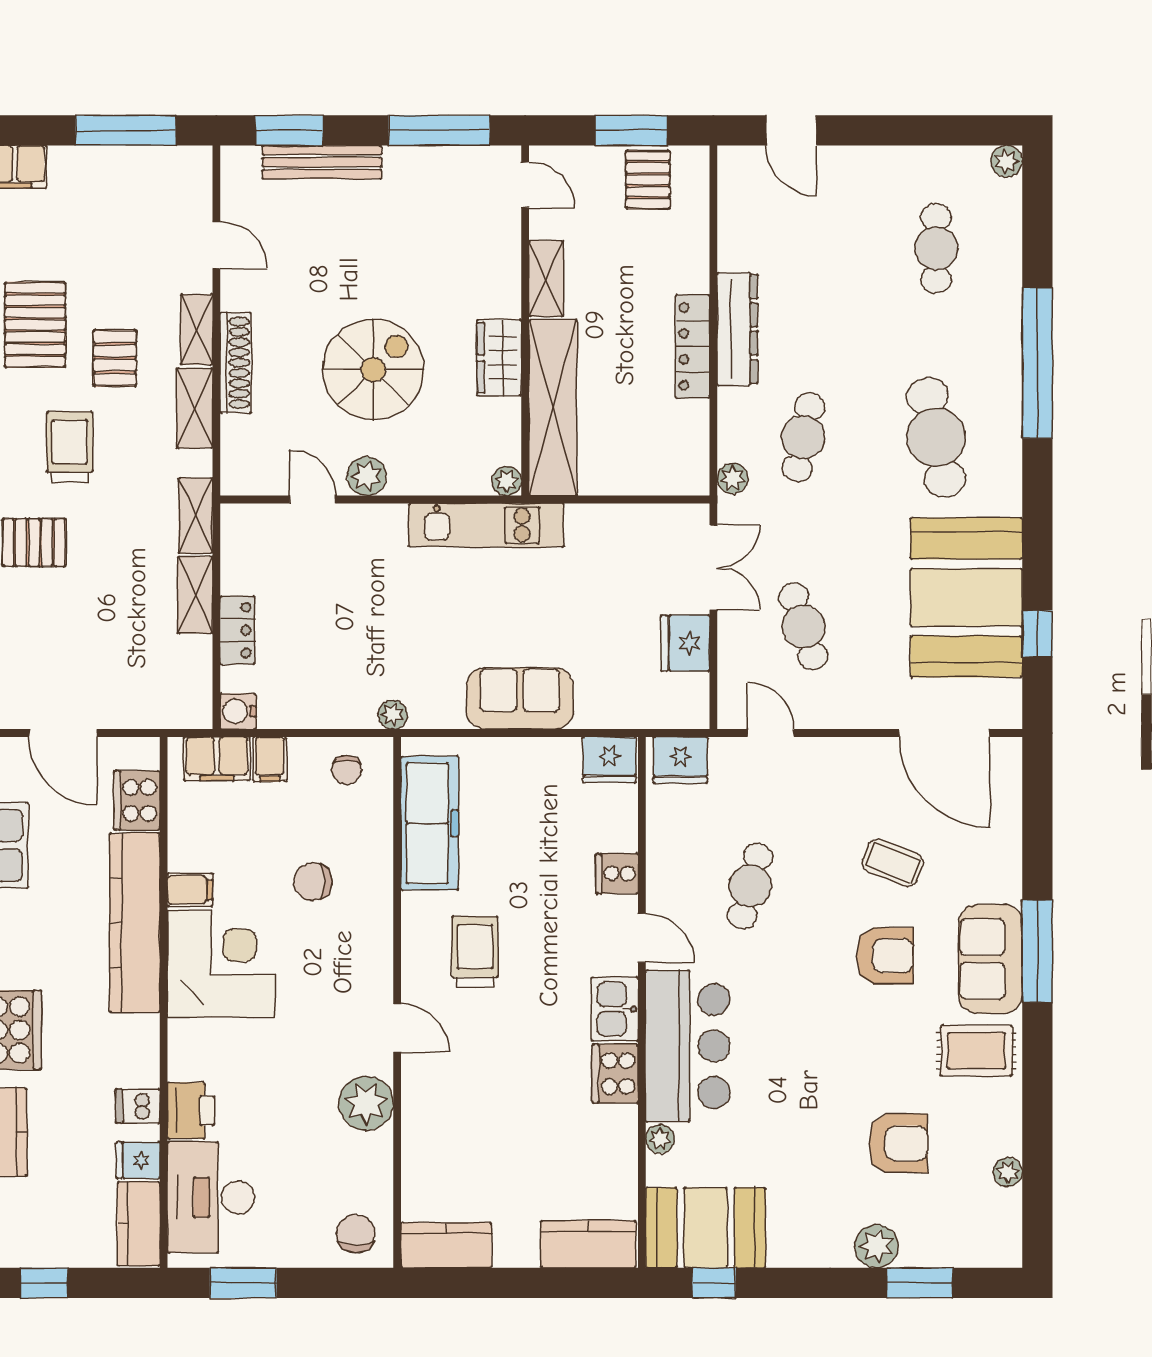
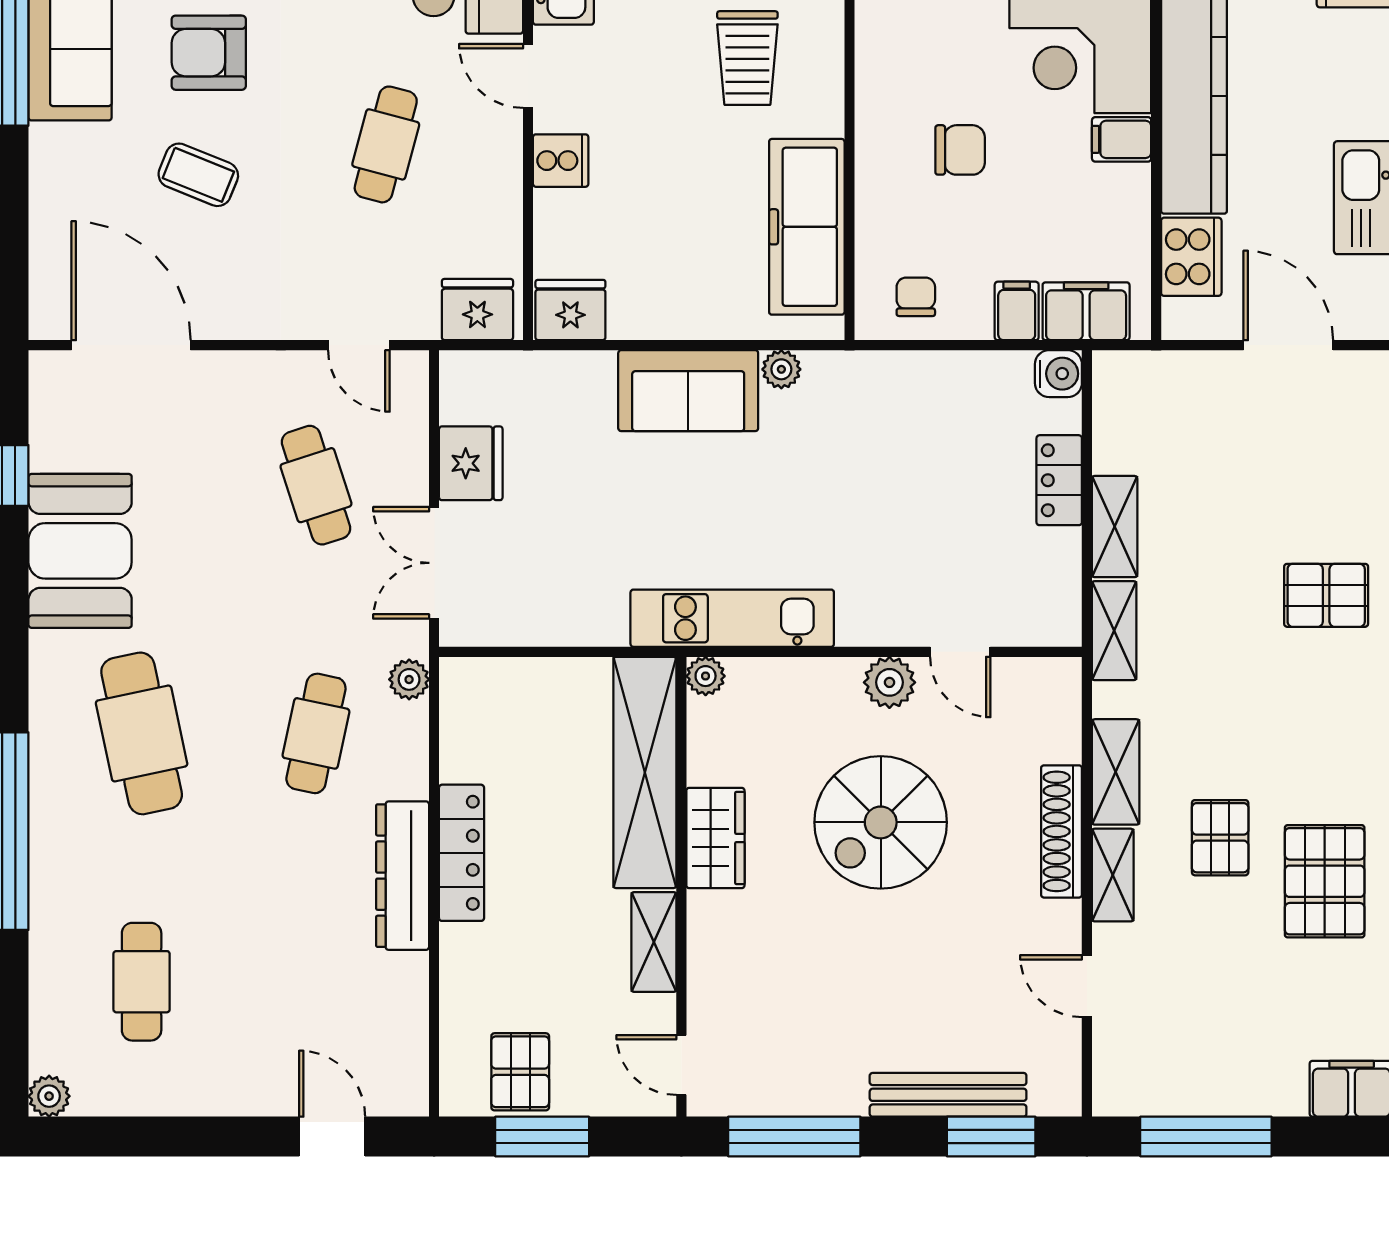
trolley: (70, 447) -> (1279, 721), removed
booth: (966, 598) -> (80, 551), width x0.73, depth x0.70
plant: (393, 715) -> (781, 369), moved

